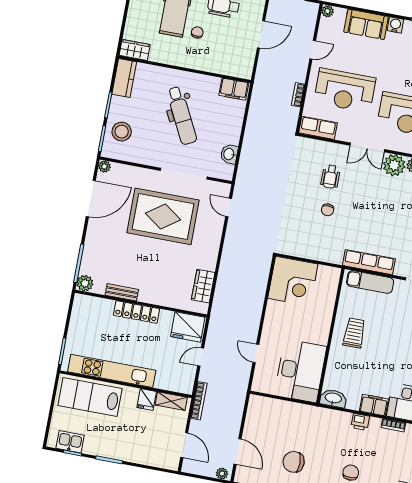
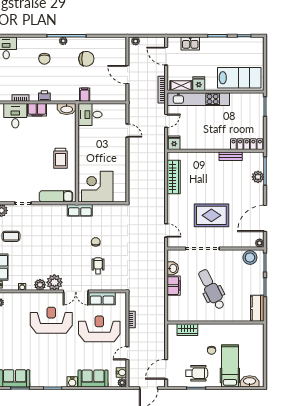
water cooler: (326, 25) -> (121, 372), added
door: (261, 34) -> (166, 369), moved
wardrobe: (135, 50) -> (187, 330), moved
filing cabinet: (234, 89) -> (174, 286), moved, turned 90
row of seats: (318, 128) -> (102, 299), moved
stool: (122, 132) -> (250, 258), moved
double door: (367, 147) -> (76, 291), swing flipped
rug: (163, 216) -> (211, 215), width x0.73, depth x0.69
row of seats: (369, 262) -> (80, 210), moved, width x0.68
corner desk: (293, 281) -> (97, 187), moved
plant: (85, 283) -> (258, 177), moved
wardrobe: (203, 286) -> (174, 177), width x1.50
locker: (136, 312) -> (247, 144), moved
fridge: (188, 327) -> (174, 143), width x0.53, depth x0.75
kitchen unit: (112, 371) -> (198, 99), moved
desk: (300, 371) -> (90, 115), width x0.53, depth x0.77
filing cabinet: (305, 413) -> (85, 95), added
kitchen sink: (70, 442) -> (190, 43), moved
door: (238, 451) -> (127, 75), moved

